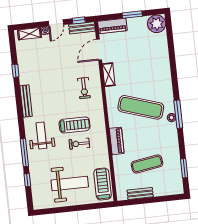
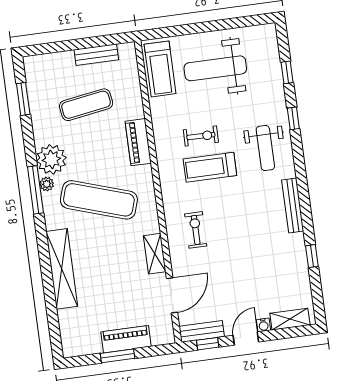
plant: (157, 24) -> (51, 159), moved
piano: (112, 26) -> (126, 339), moved
shelving: (164, 67) -> (62, 269), added
window: (24, 153) -> (293, 118), width x0.46

